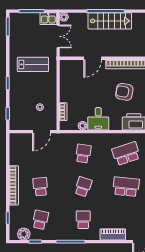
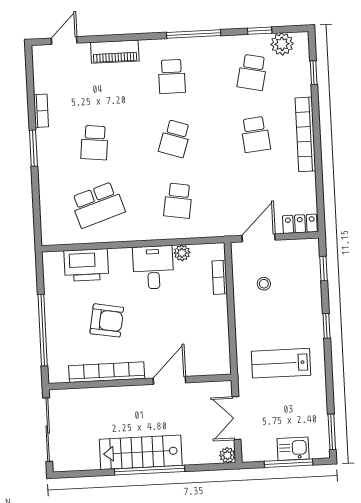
kitchen sink: (48, 19) -> (293, 449), moved
locker: (19, 138) -> (300, 224), added
school desk: (126, 187) -> (95, 143), width x0.54

